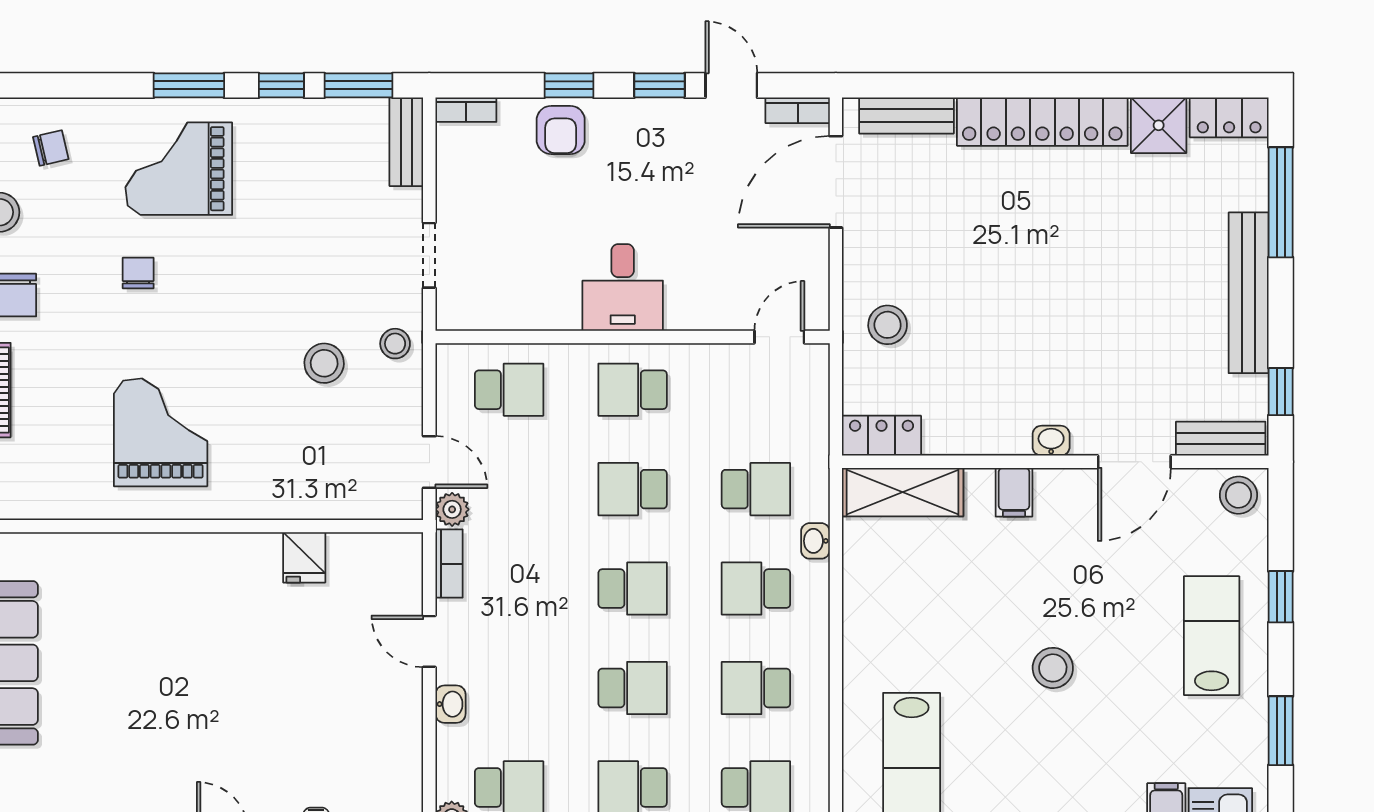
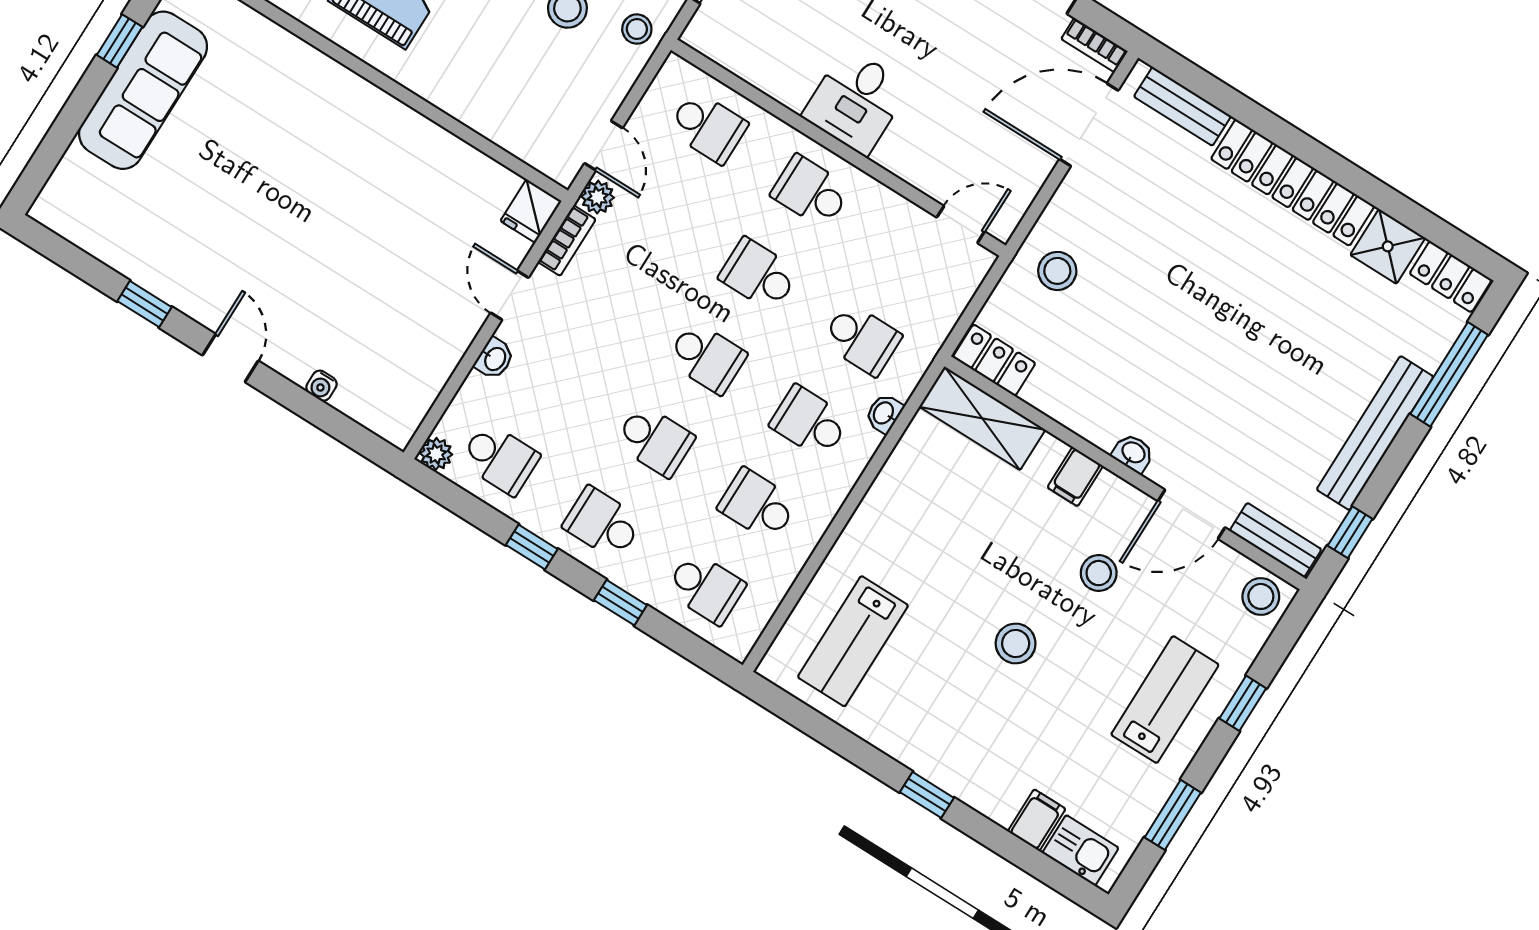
fridge: (304, 557) -> (531, 211), moved
stool: (1086, 562) -> (1099, 573), added

